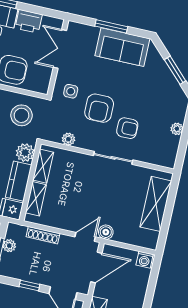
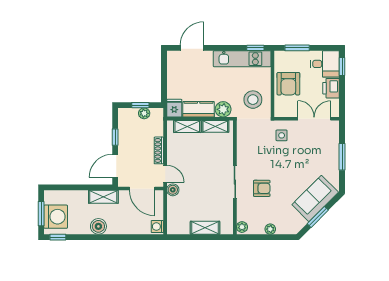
sofa: (122, 47) -> (315, 198), moved, turned 45
armchair: (99, 108) -> (273, 162), removed
armchair: (127, 128) -> (262, 188), turned -90
plant: (68, 139) -> (242, 227), moved
shelving: (156, 204) -> (205, 228), width x0.67, depth x0.75
shoe rack: (43, 235) -> (159, 150), moved

